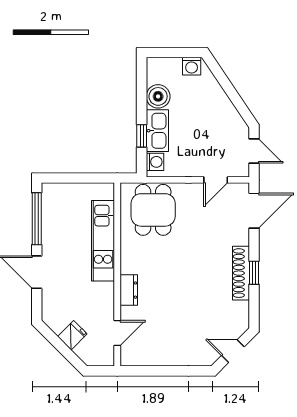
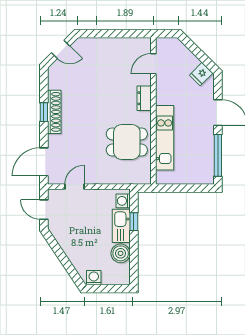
dining table: (153, 210) -> (127, 142), moved, turned 90
fridge: (72, 335) -> (201, 74), moved

